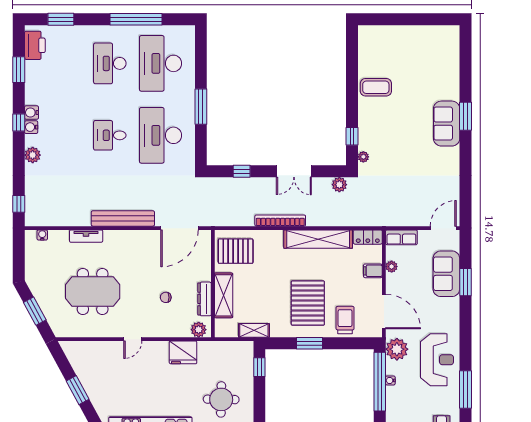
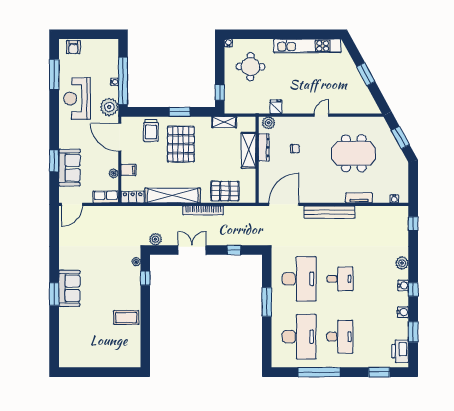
water cooler: (31, 113) -> (403, 312), moved
pallet: (236, 251) -> (225, 191), moved
fridge: (183, 352) -> (276, 107), width x0.53, depth x0.75

